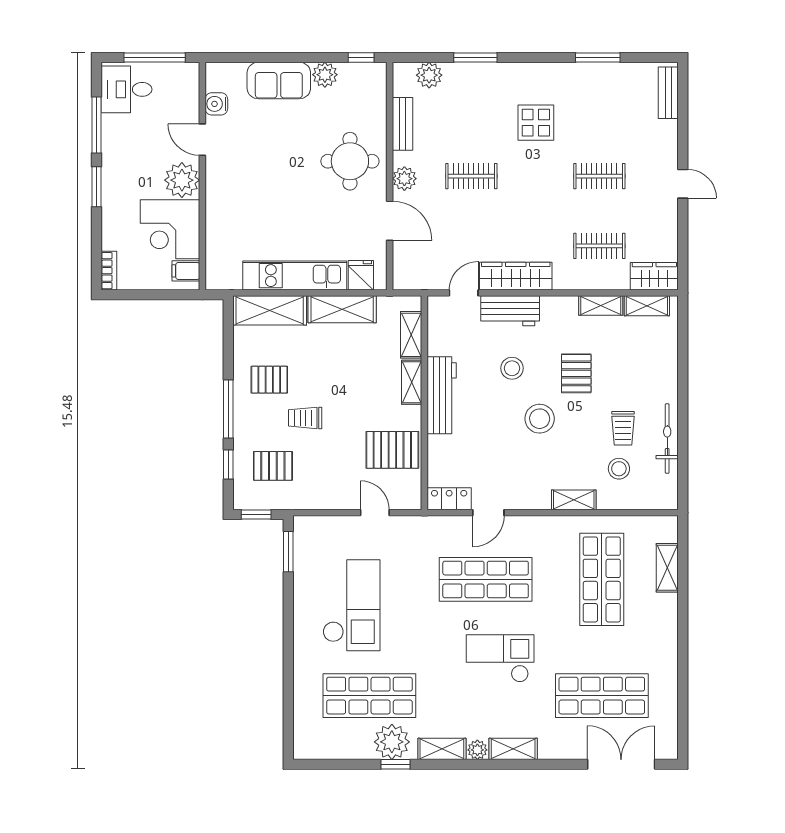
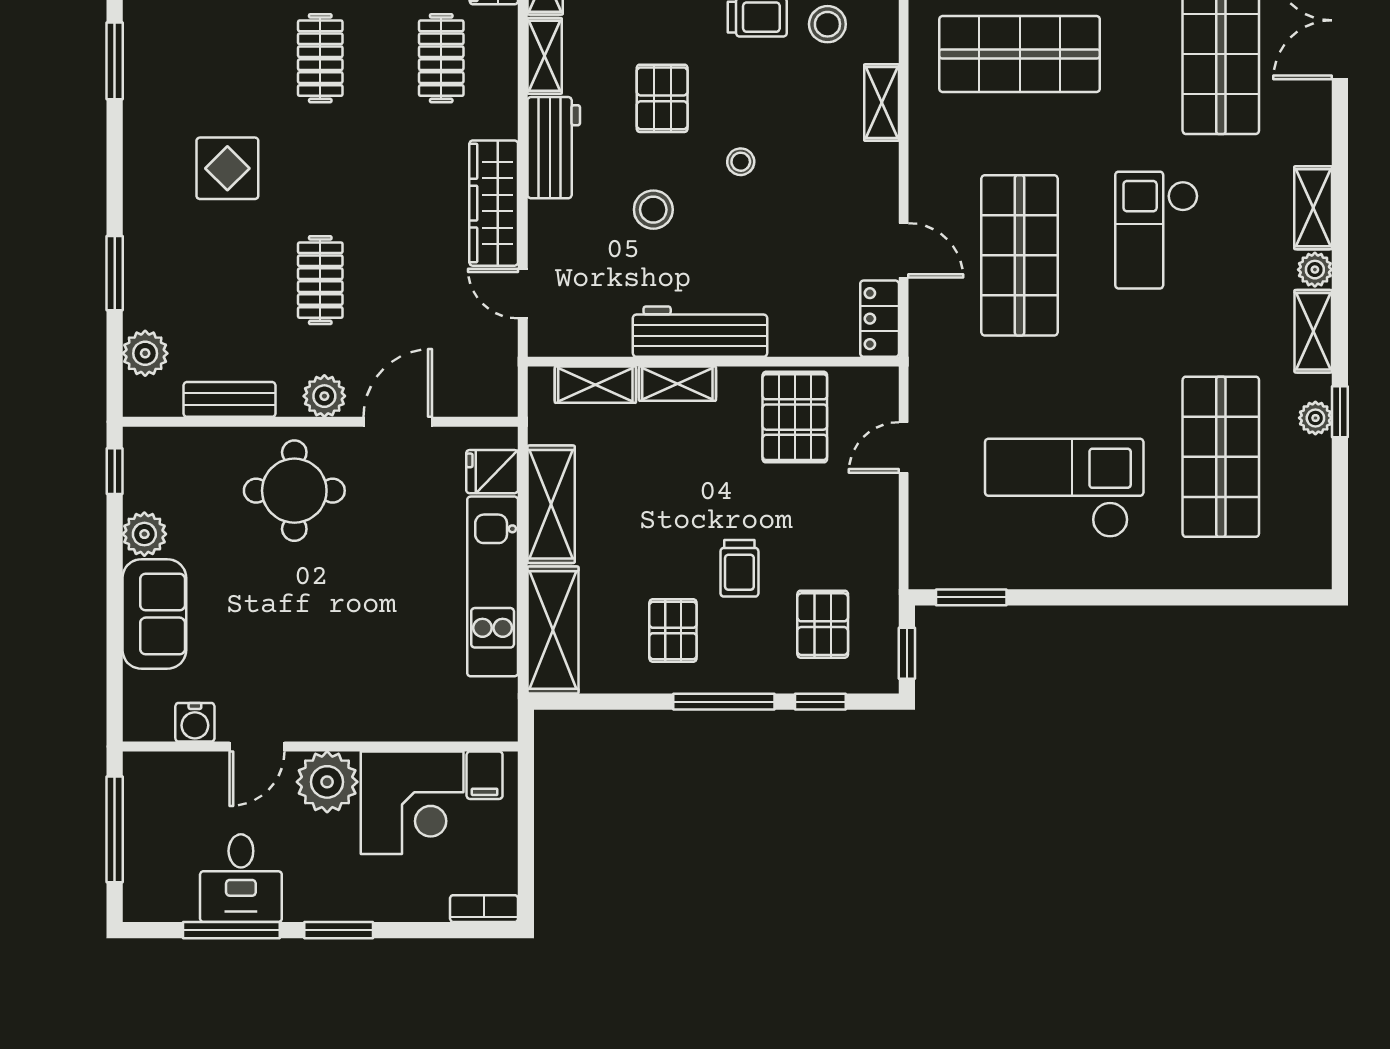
desk: (126, 89) -> (241, 878), moved
workbench: (510, 311) -> (554, 148), moved
pallet: (576, 373) -> (662, 98), turned 90
stool: (540, 419) -> (741, 162), width x0.53, depth x0.53
plant: (392, 742) -> (1315, 418), width x0.53, depth x0.53

